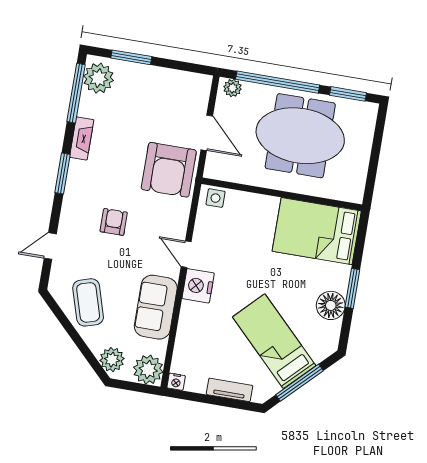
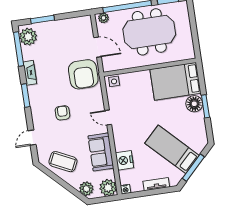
nightstand: (198, 286) -> (124, 160), moved
coffee table: (88, 302) -> (63, 162), turned -47
floor lamp: (331, 305) -> (194, 104), moved

